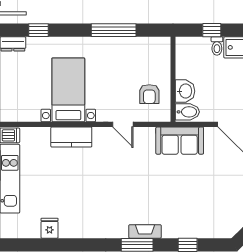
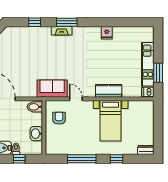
window: (39, 30) -> (117, 159), moved
washbasin: (185, 91) -> (36, 134), moved
sofa: (180, 141) -> (52, 89), moved
fridge: (50, 228) -> (107, 33), moved

